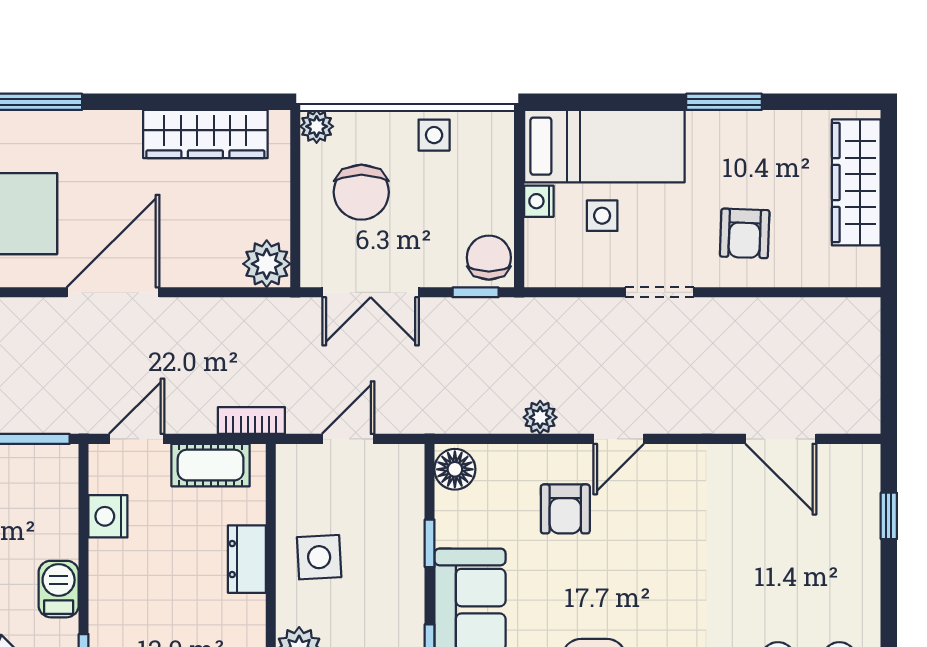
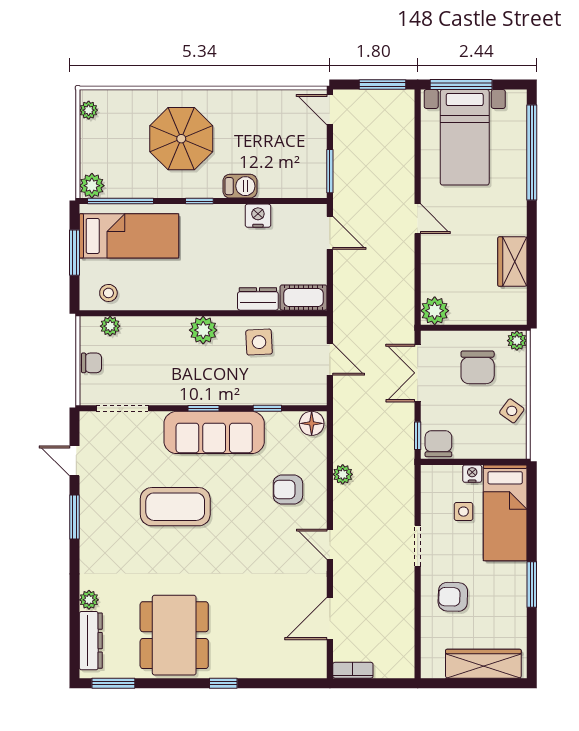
wardrobe: (205, 134) -> (512, 262), width x0.67
side table: (434, 135) -> (512, 411), turned 36
chair: (361, 192) -> (478, 367), turned -90
chair: (489, 258) -> (438, 444), turned -90
door: (113, 292) -> (418, 219), width x0.53
bookcase: (251, 421) -> (353, 670), moved, turned -90
door: (619, 439) -> (330, 544), moved
cot: (211, 465) -> (303, 298), moved, turned 90
nightstand: (108, 516) -> (258, 216), moved
window: (889, 516) -> (223, 683), moved

